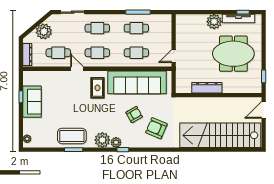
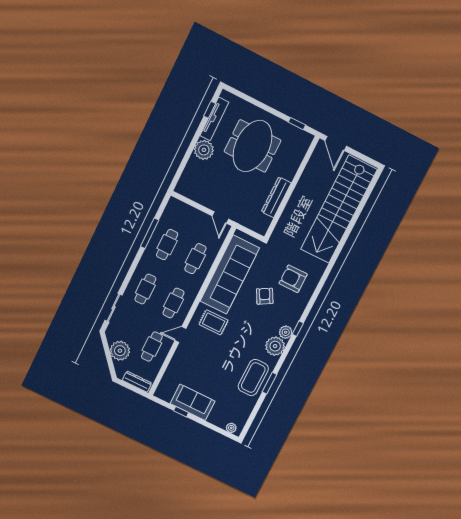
armchair: (156, 128) -> (293, 279), turned 67

